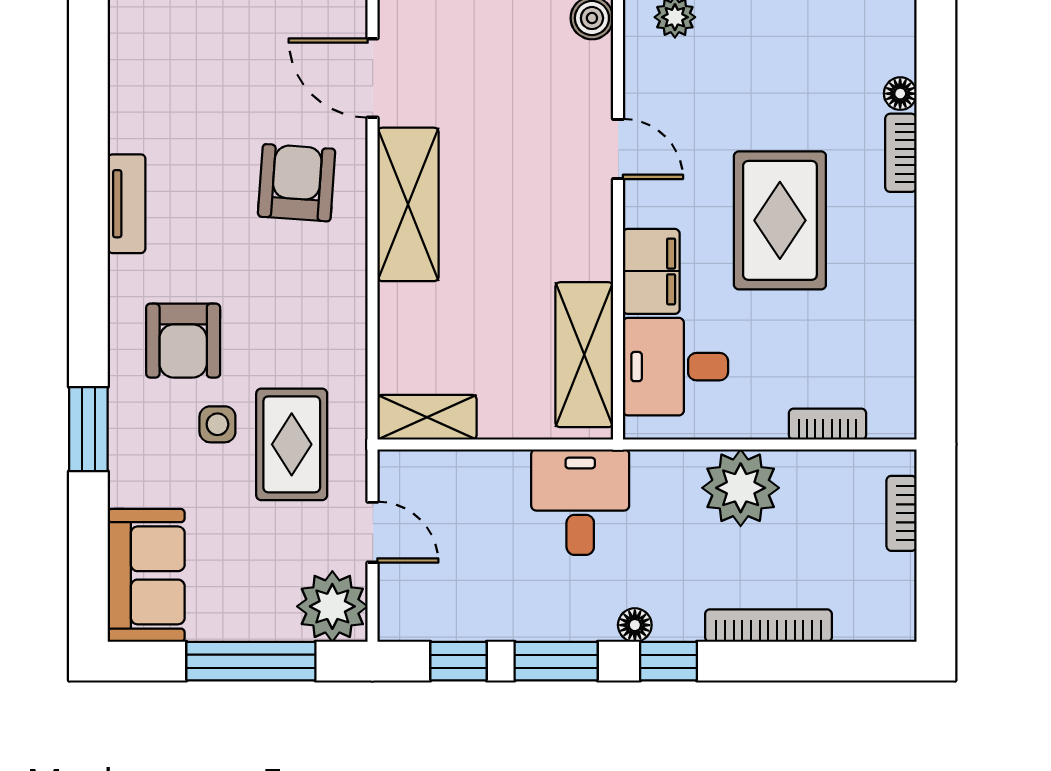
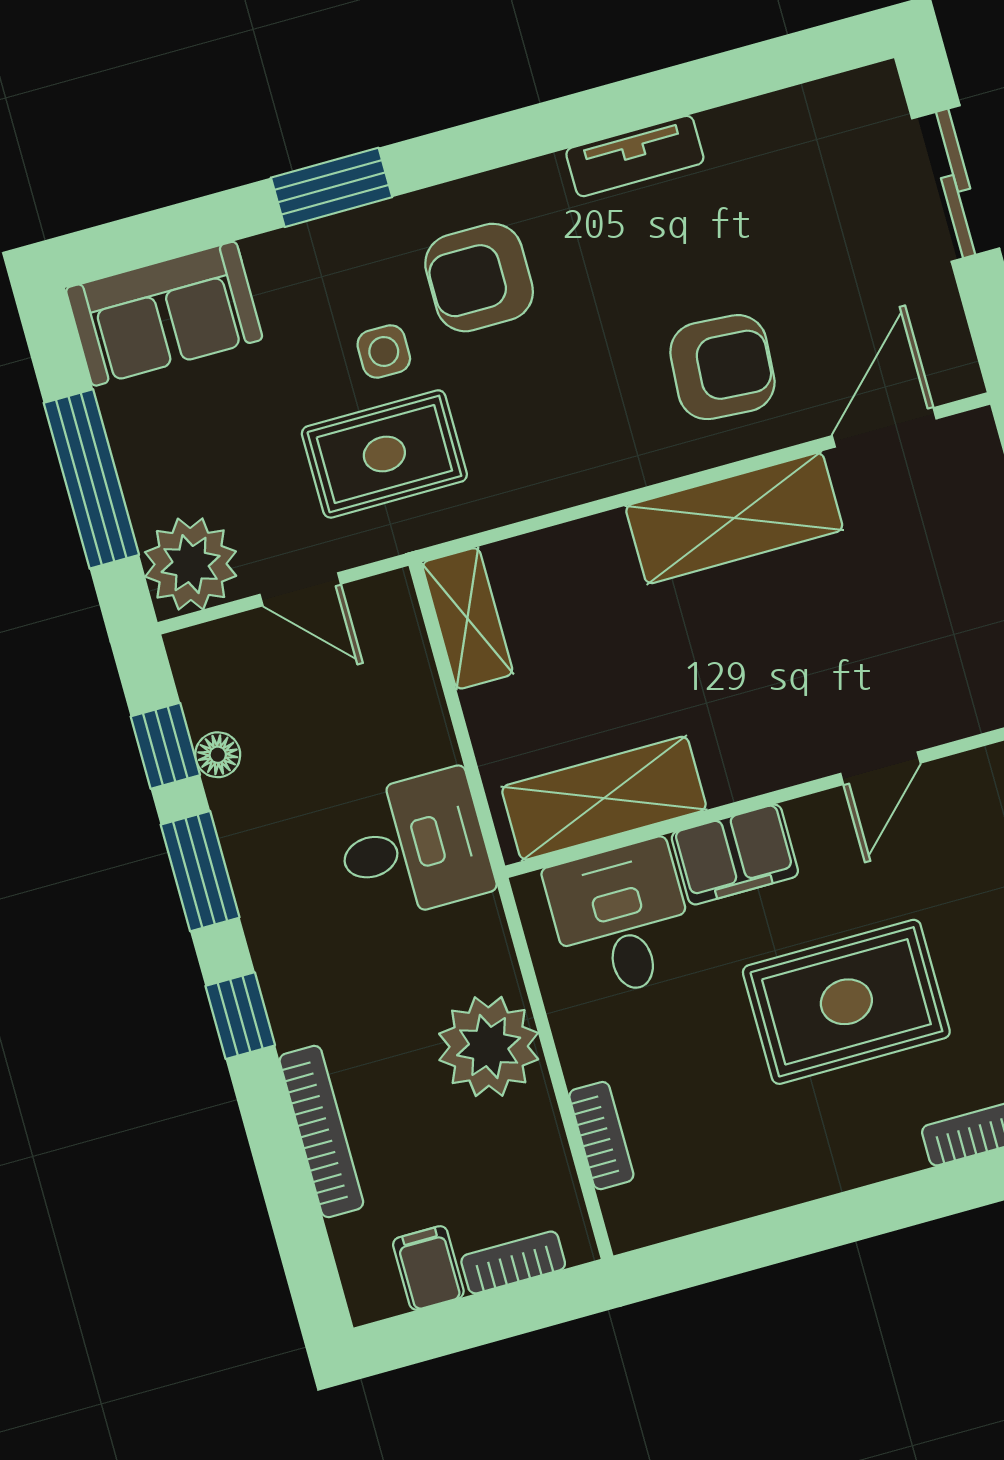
door: (373, 532) -> (300, 589), hinge flipped
filing cabinet: (888, 576) -> (428, 1268), added
floor lamp: (635, 625) -> (218, 755), moved

